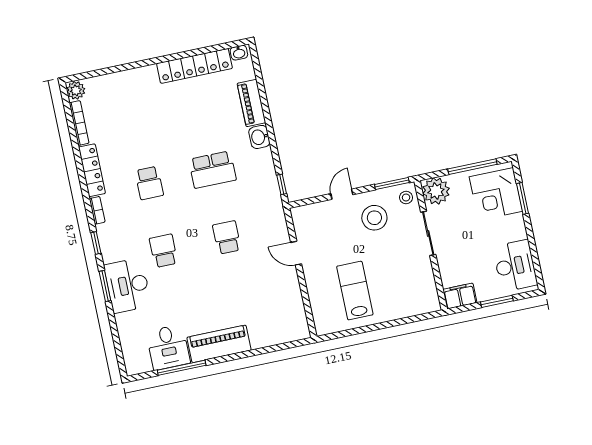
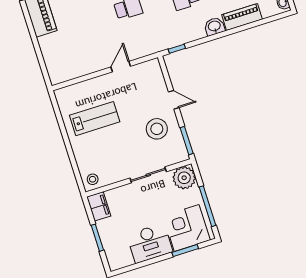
stool: (406, 198) -> (93, 179), moved
desk: (515, 266) -> (150, 243), moved

